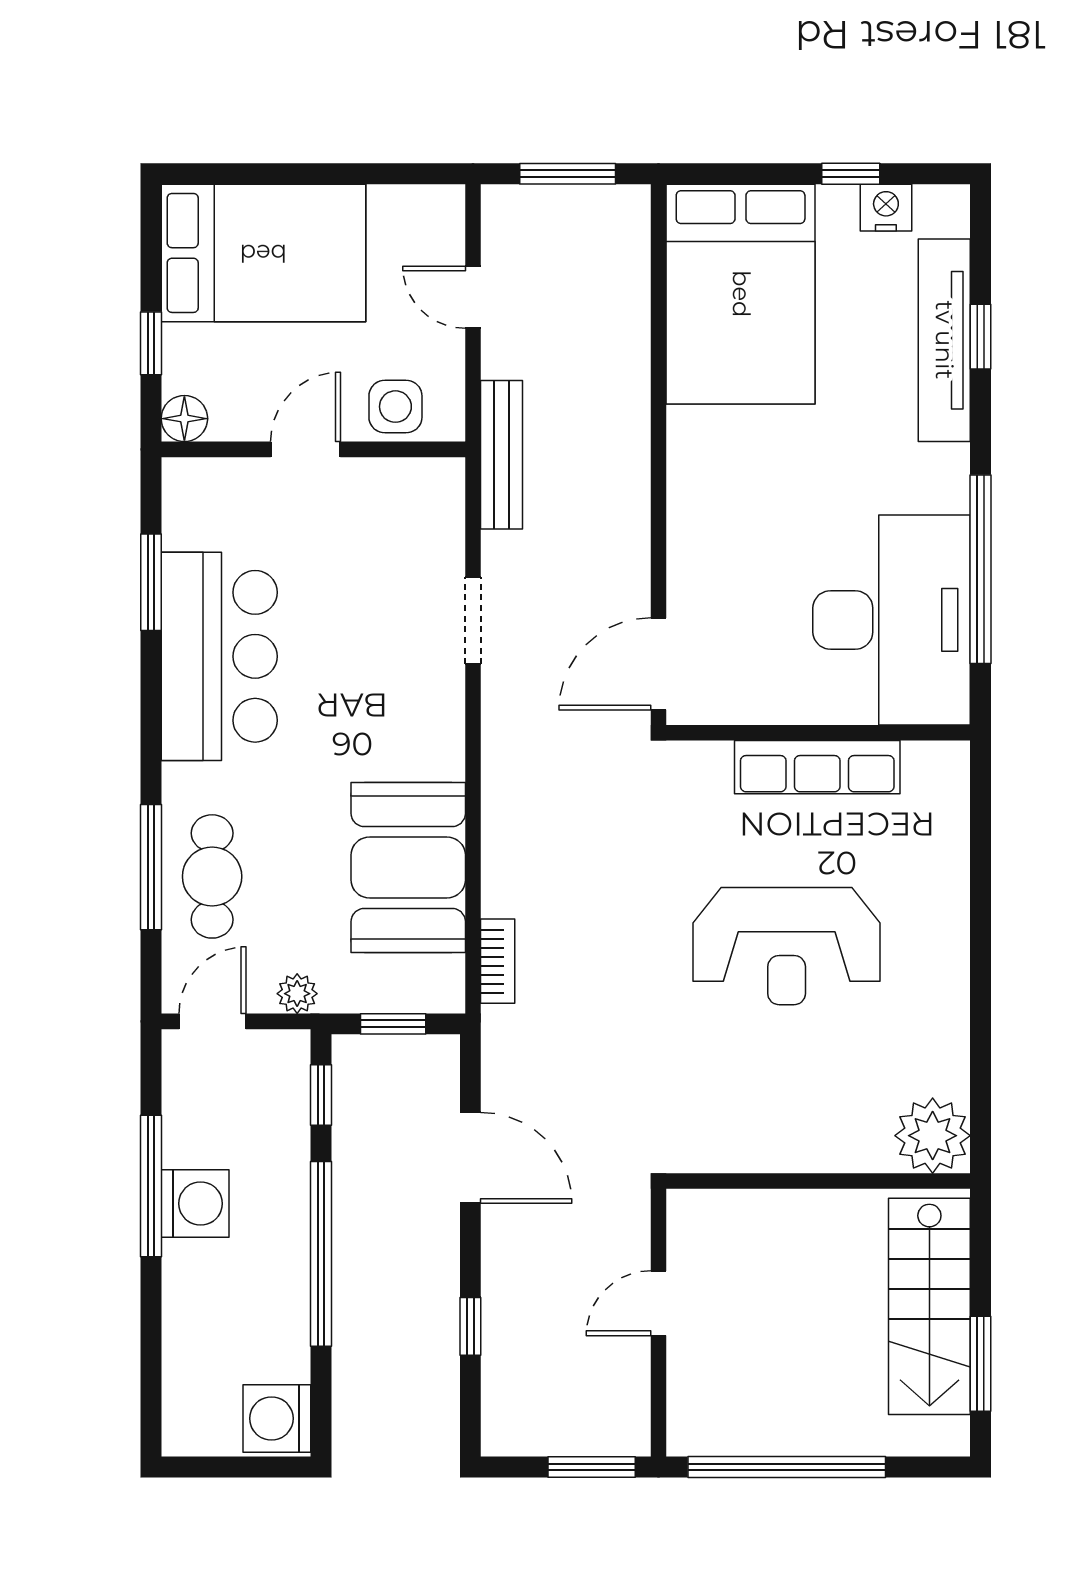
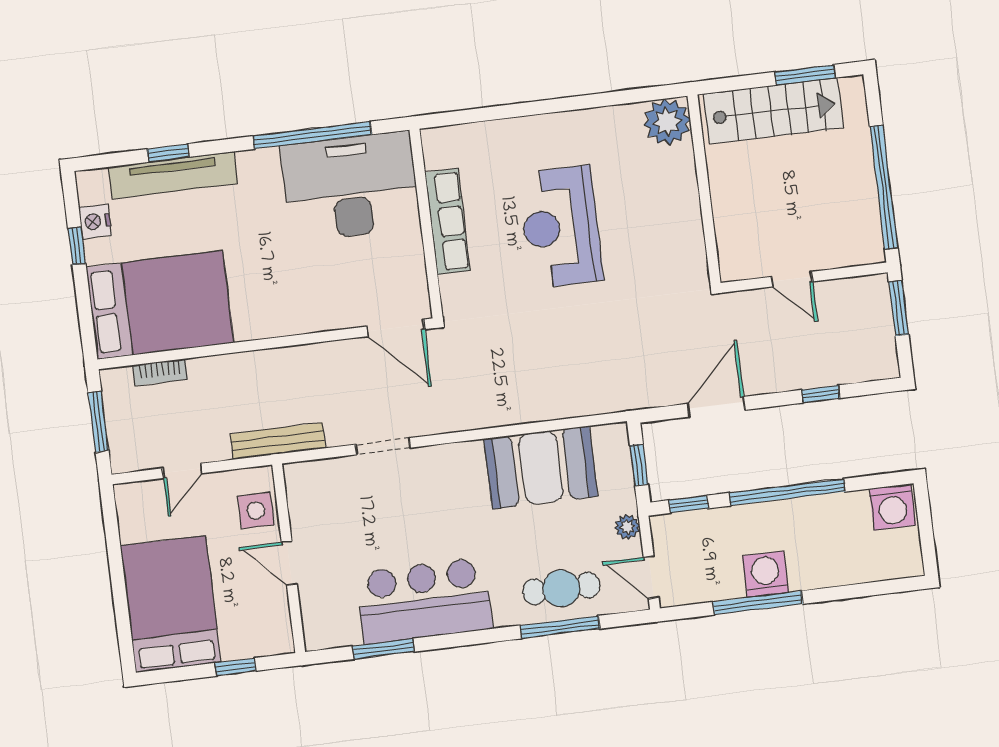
floor lamp: (184, 419) -> (279, 641), removed
reception desk: (787, 946) -> (561, 227), turned 180
bookcase: (498, 961) -> (160, 372), moved, turned 180

